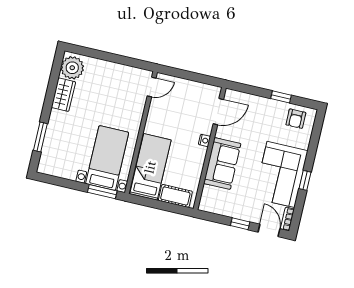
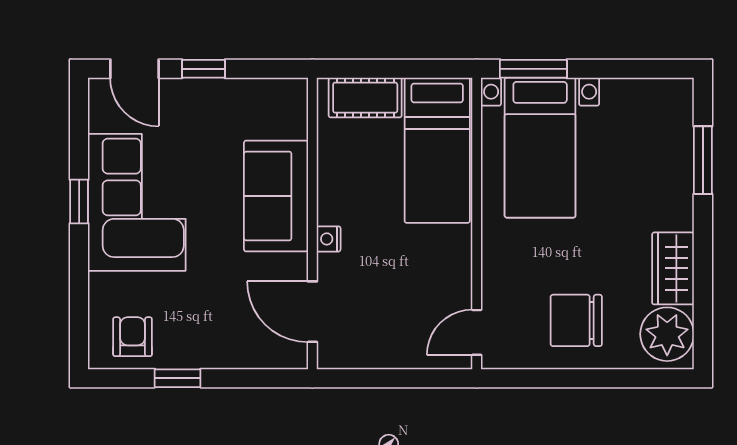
chair: (109, 82) -> (576, 320), added
door: (218, 112) -> (312, 312), hinge flipped
bookcase: (287, 219) -> (99, 104), removed

